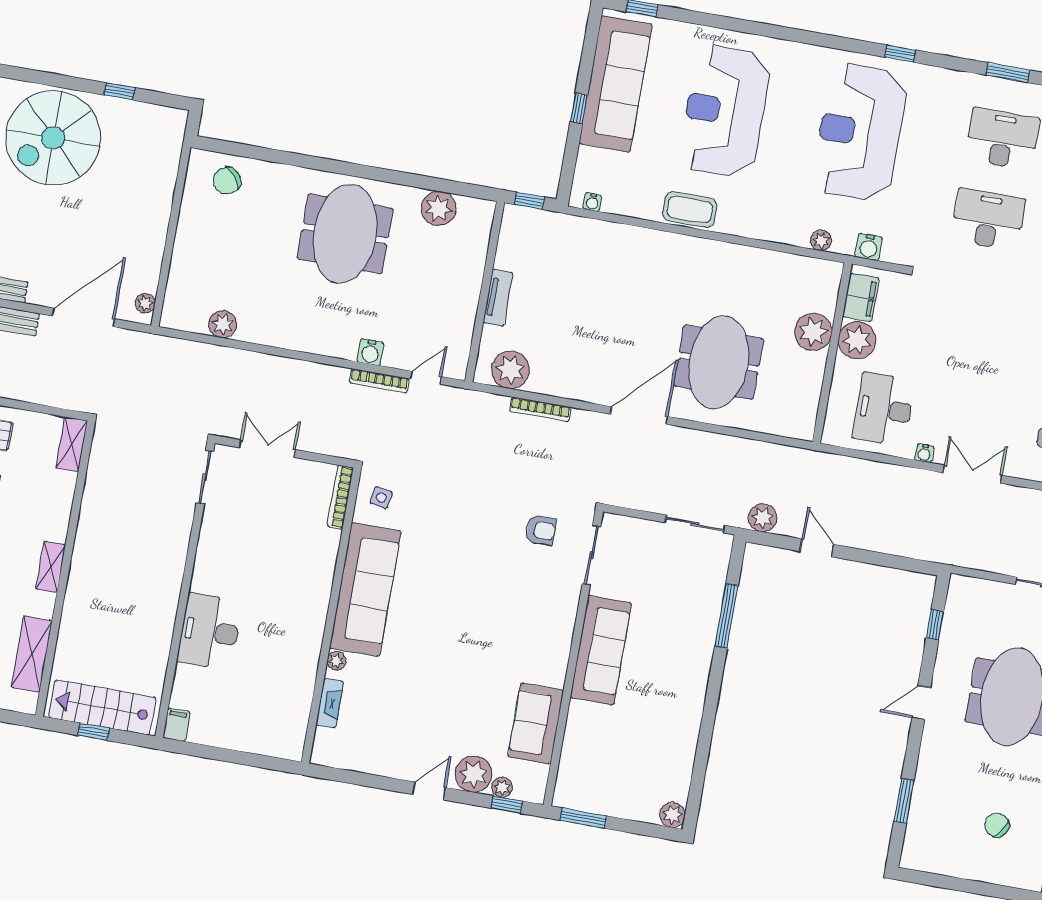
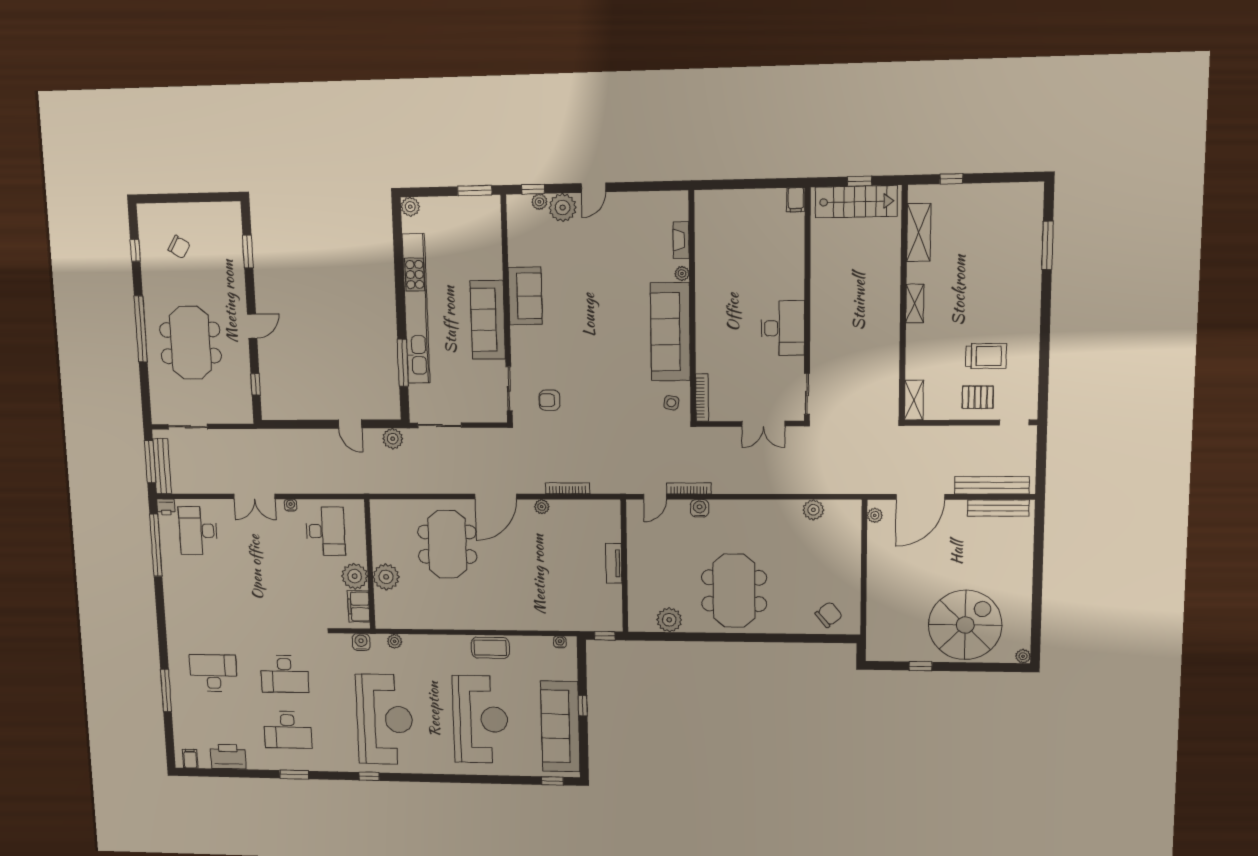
plant: (510, 370) -> (542, 507), moved, width x0.53, depth x0.53
desk: (210, 631) -> (783, 328), moved
kitchen unit: (693, 682) -> (416, 309), added
sofa: (536, 724) -> (525, 296), moved

